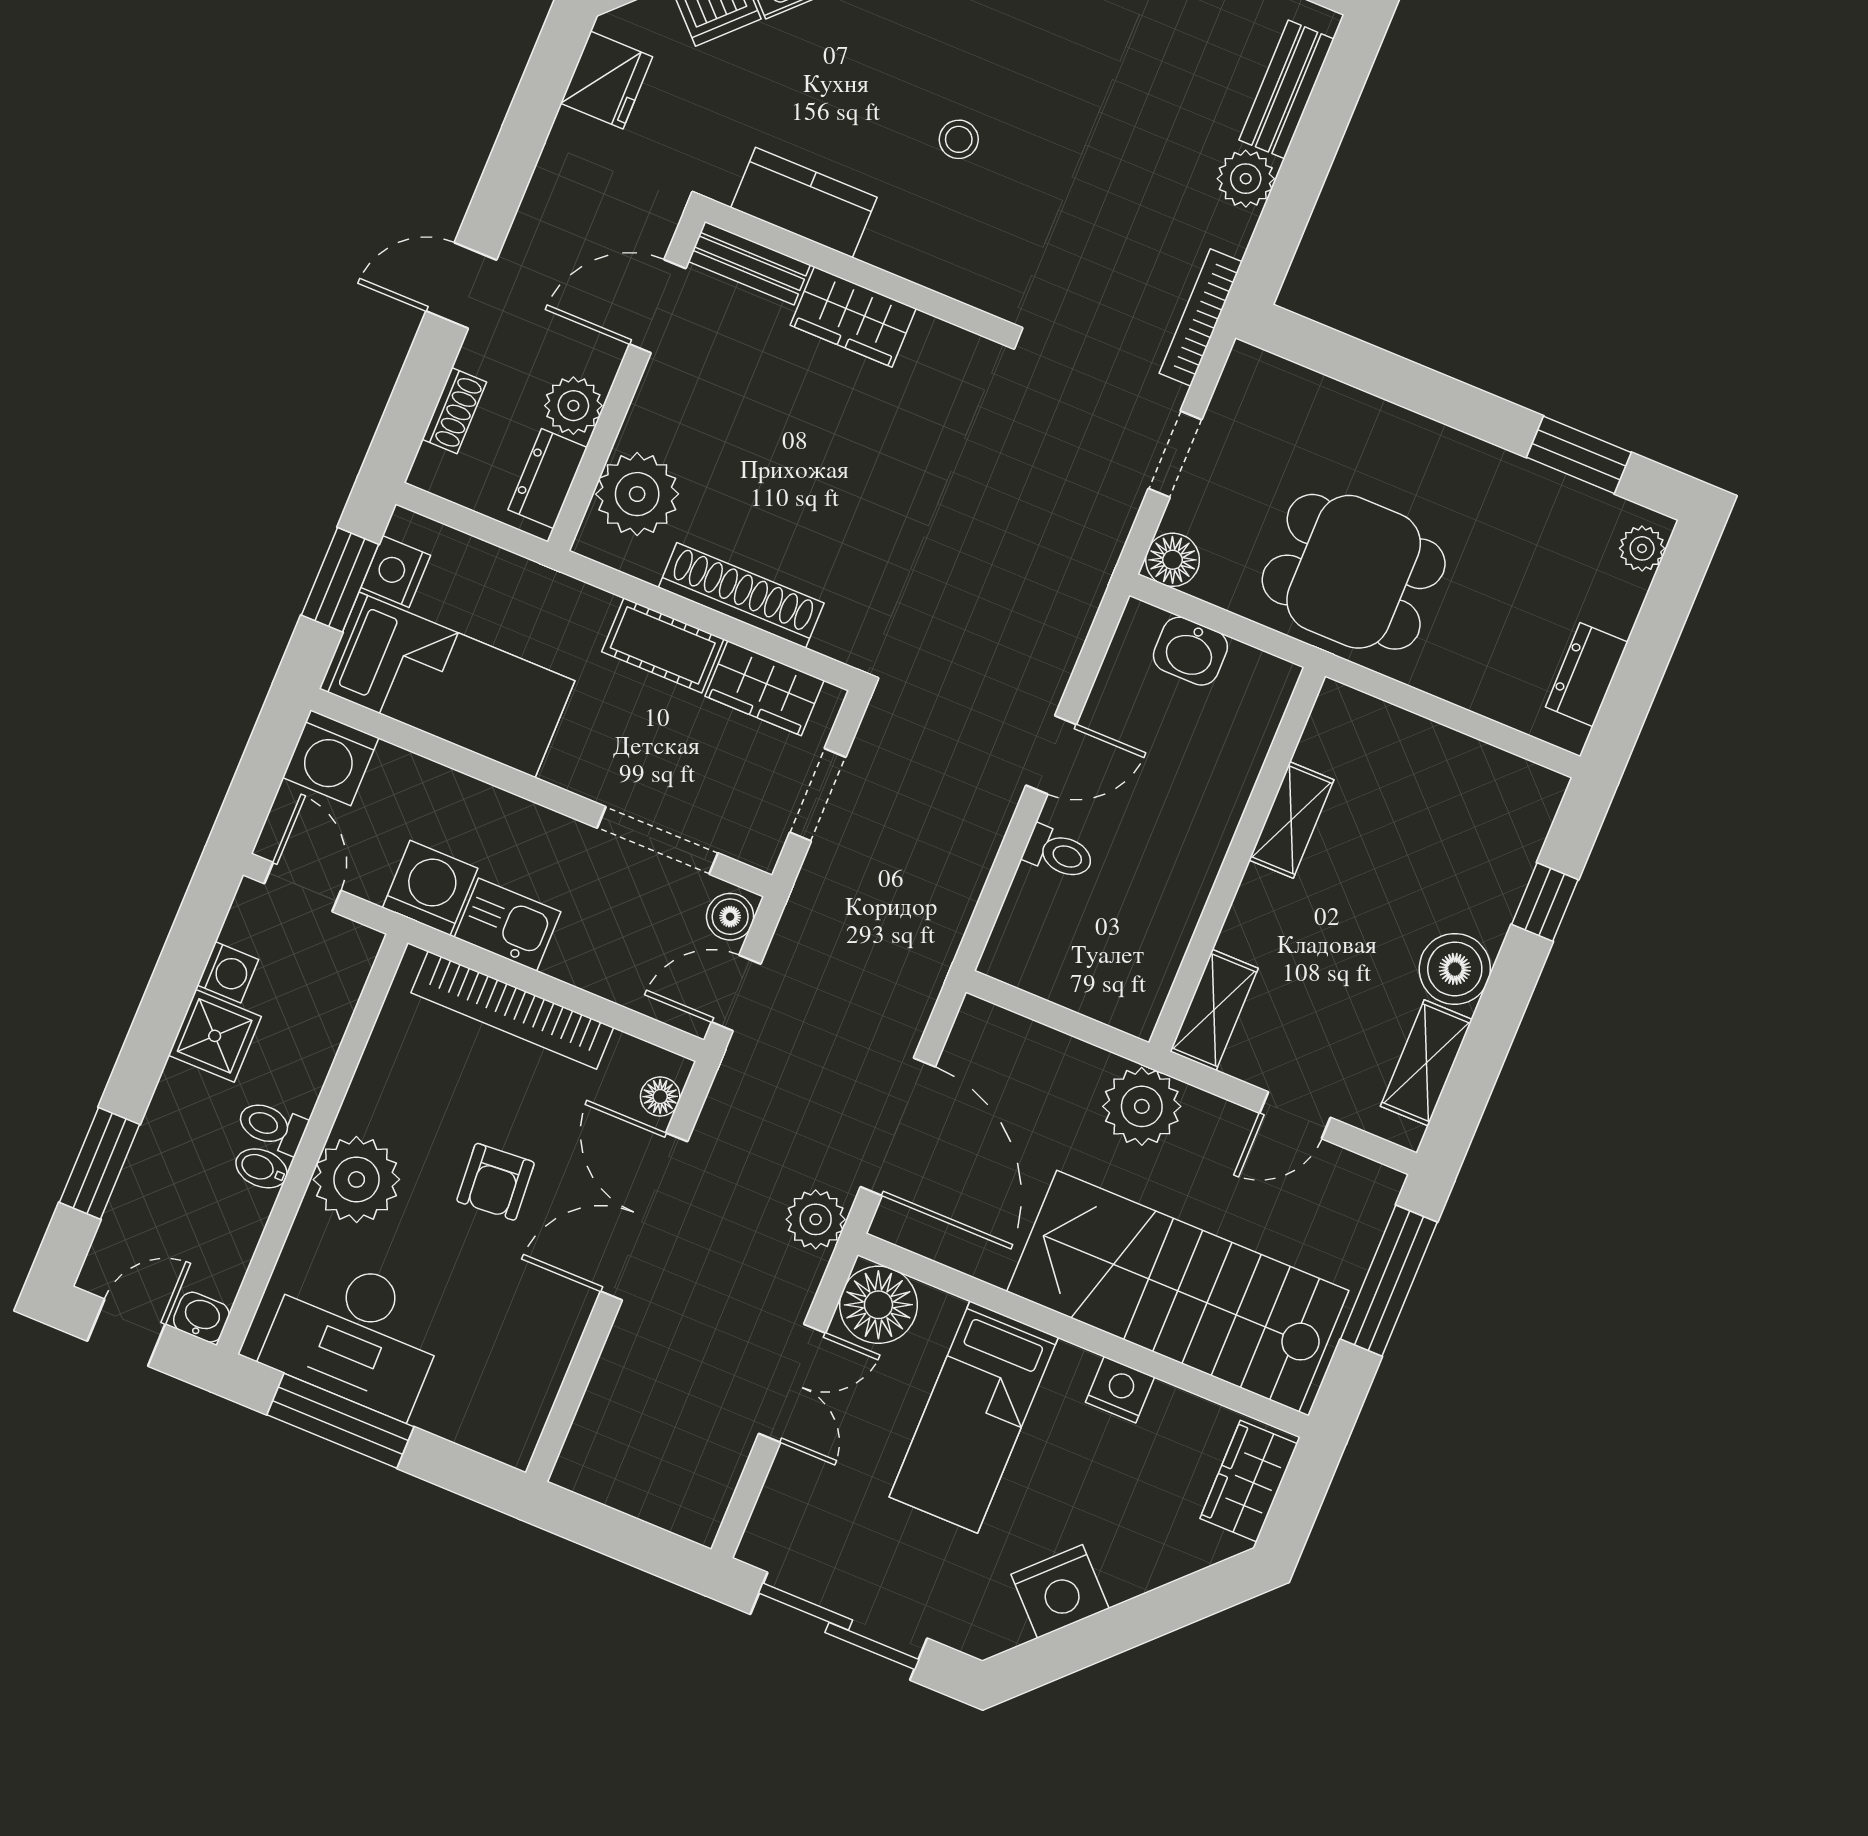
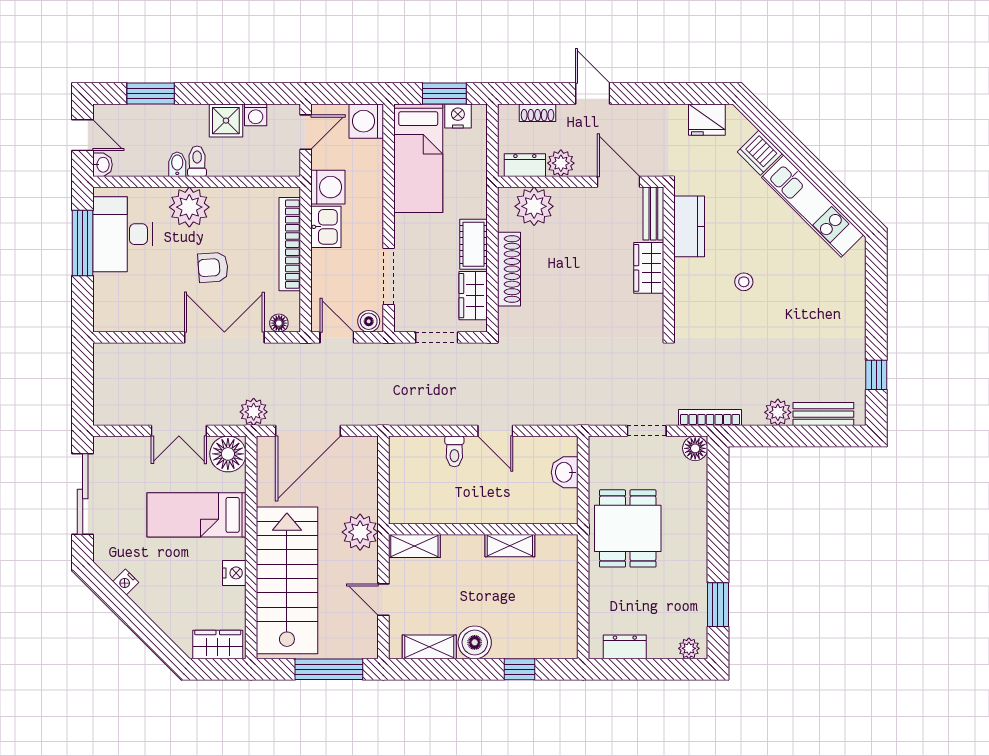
floor lamp: (1173, 560) -> (695, 448), moved
nightstand: (1060, 1591) -> (126, 582), width x0.53, depth x0.56

